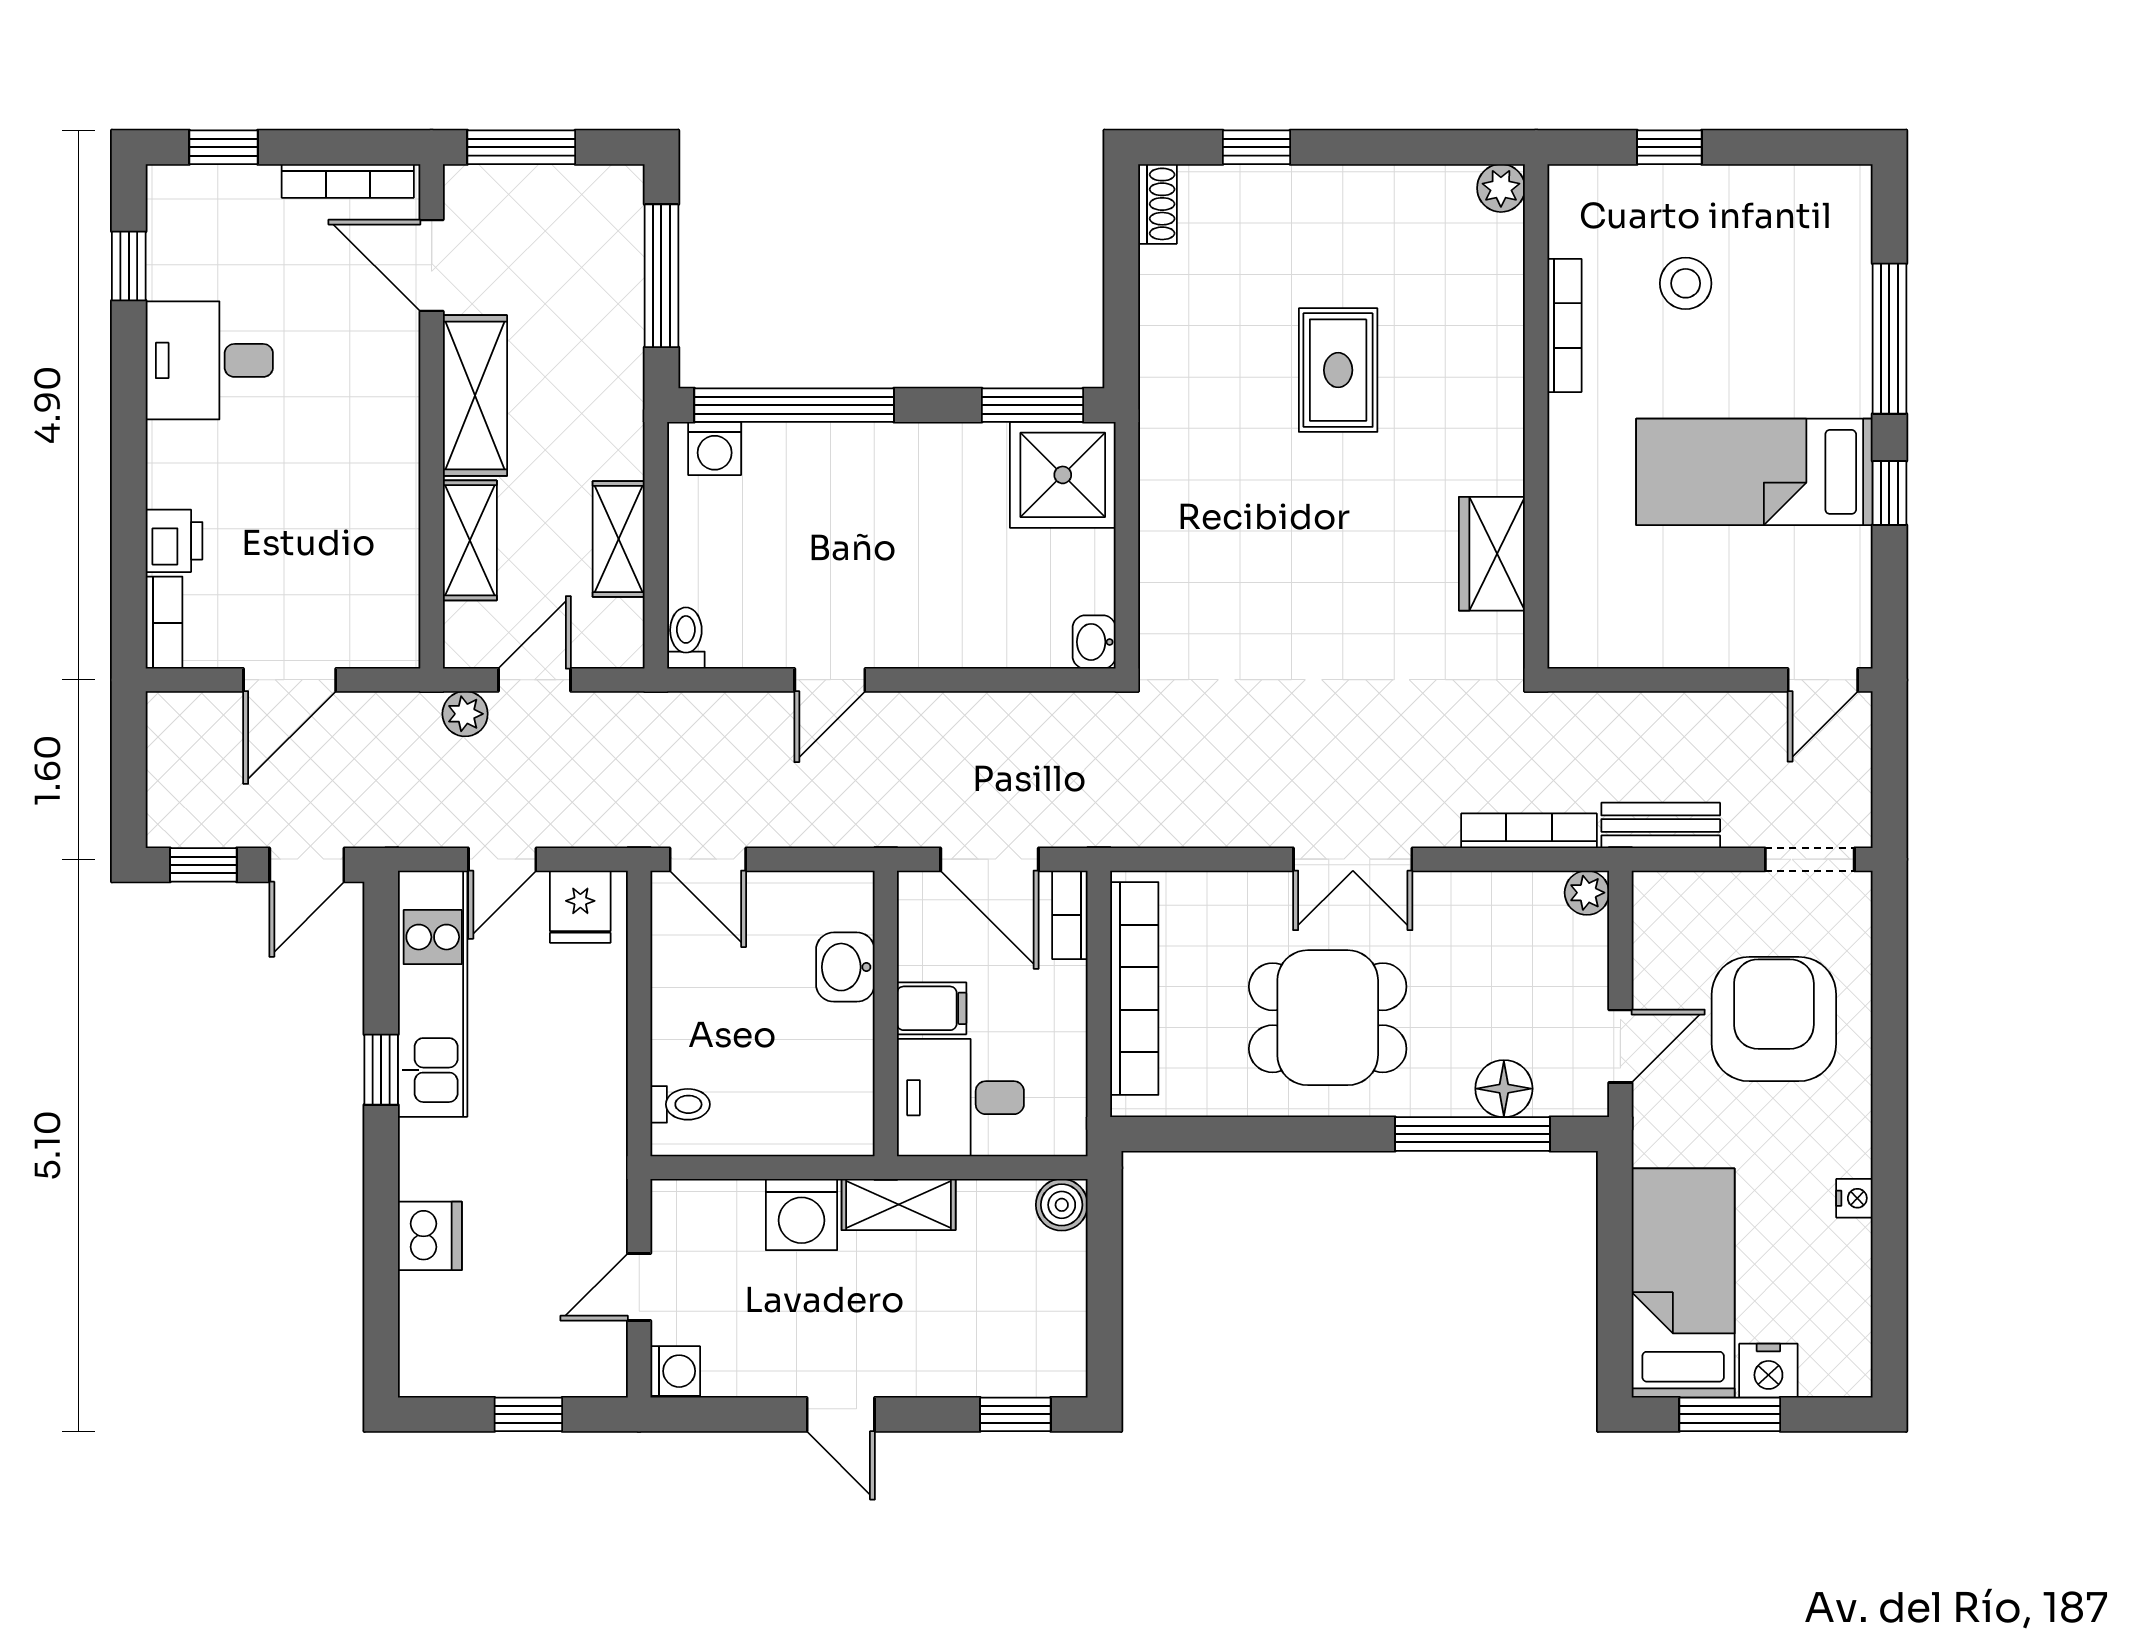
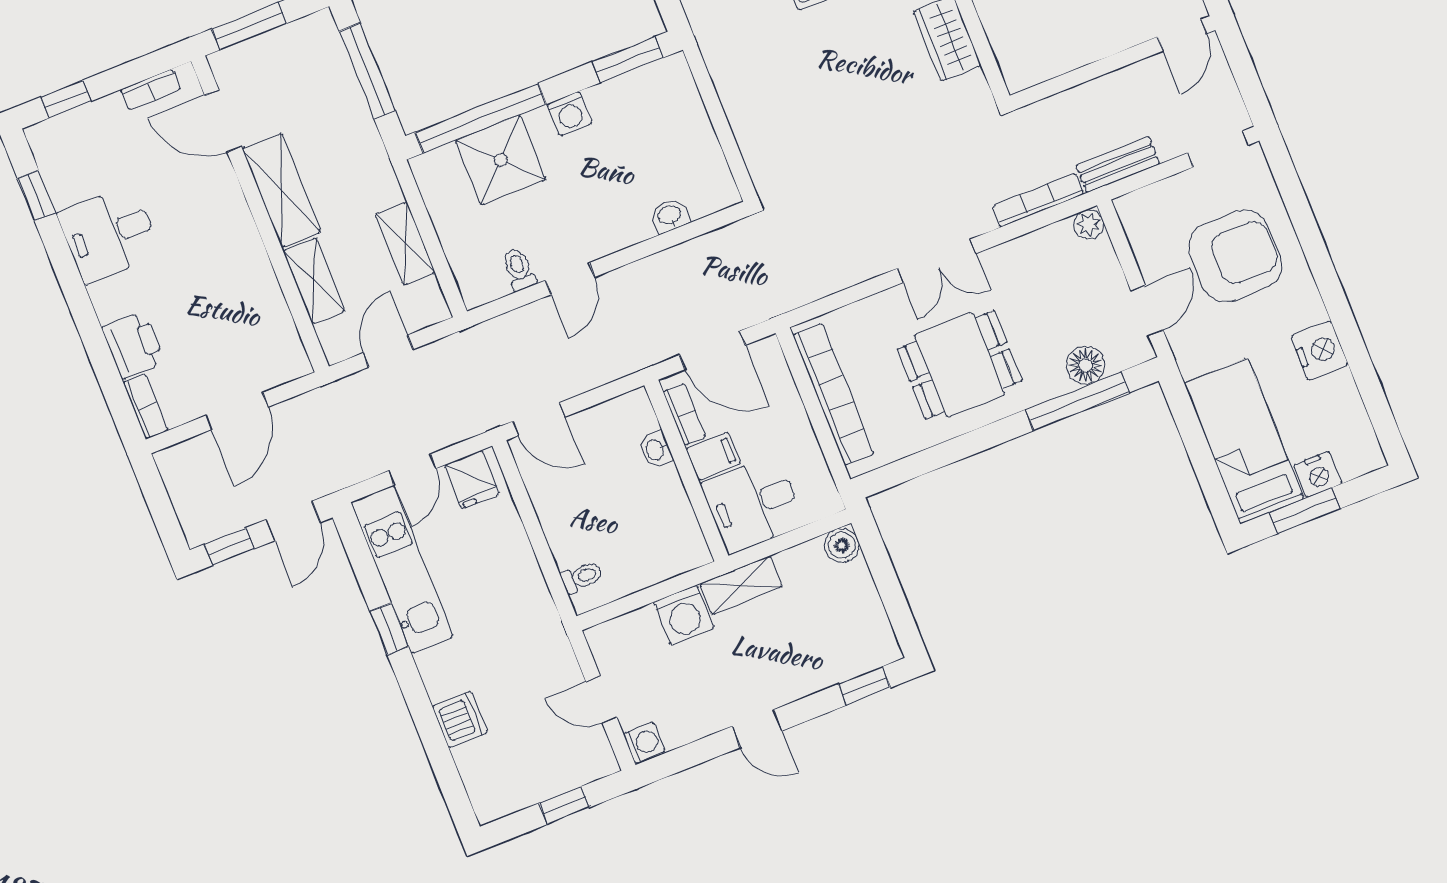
bookcase: (348, 181) -> (151, 89), width x0.64
washing machine: (715, 449) -> (570, 114), moved
shower: (1063, 475) -> (501, 160), moved
printer: (174, 541) -> (133, 345), width x1.36, depth x1.24
toilet: (686, 638) -> (519, 269), moved
washbasin: (1094, 642) -> (670, 216), moved, turned 90
plant: (465, 714) -> (354, 389), removed
bookcase: (1070, 915) -> (685, 414), moved, turned 180
washbasin: (845, 967) -> (656, 450), width x0.72, depth x0.69
armchair: (1774, 1019) -> (1235, 256), turned 90
nightstand: (1854, 1198) -> (1320, 350), width x1.89, depth x1.79
door: (639, 1287) -> (601, 700), hinge flipped

